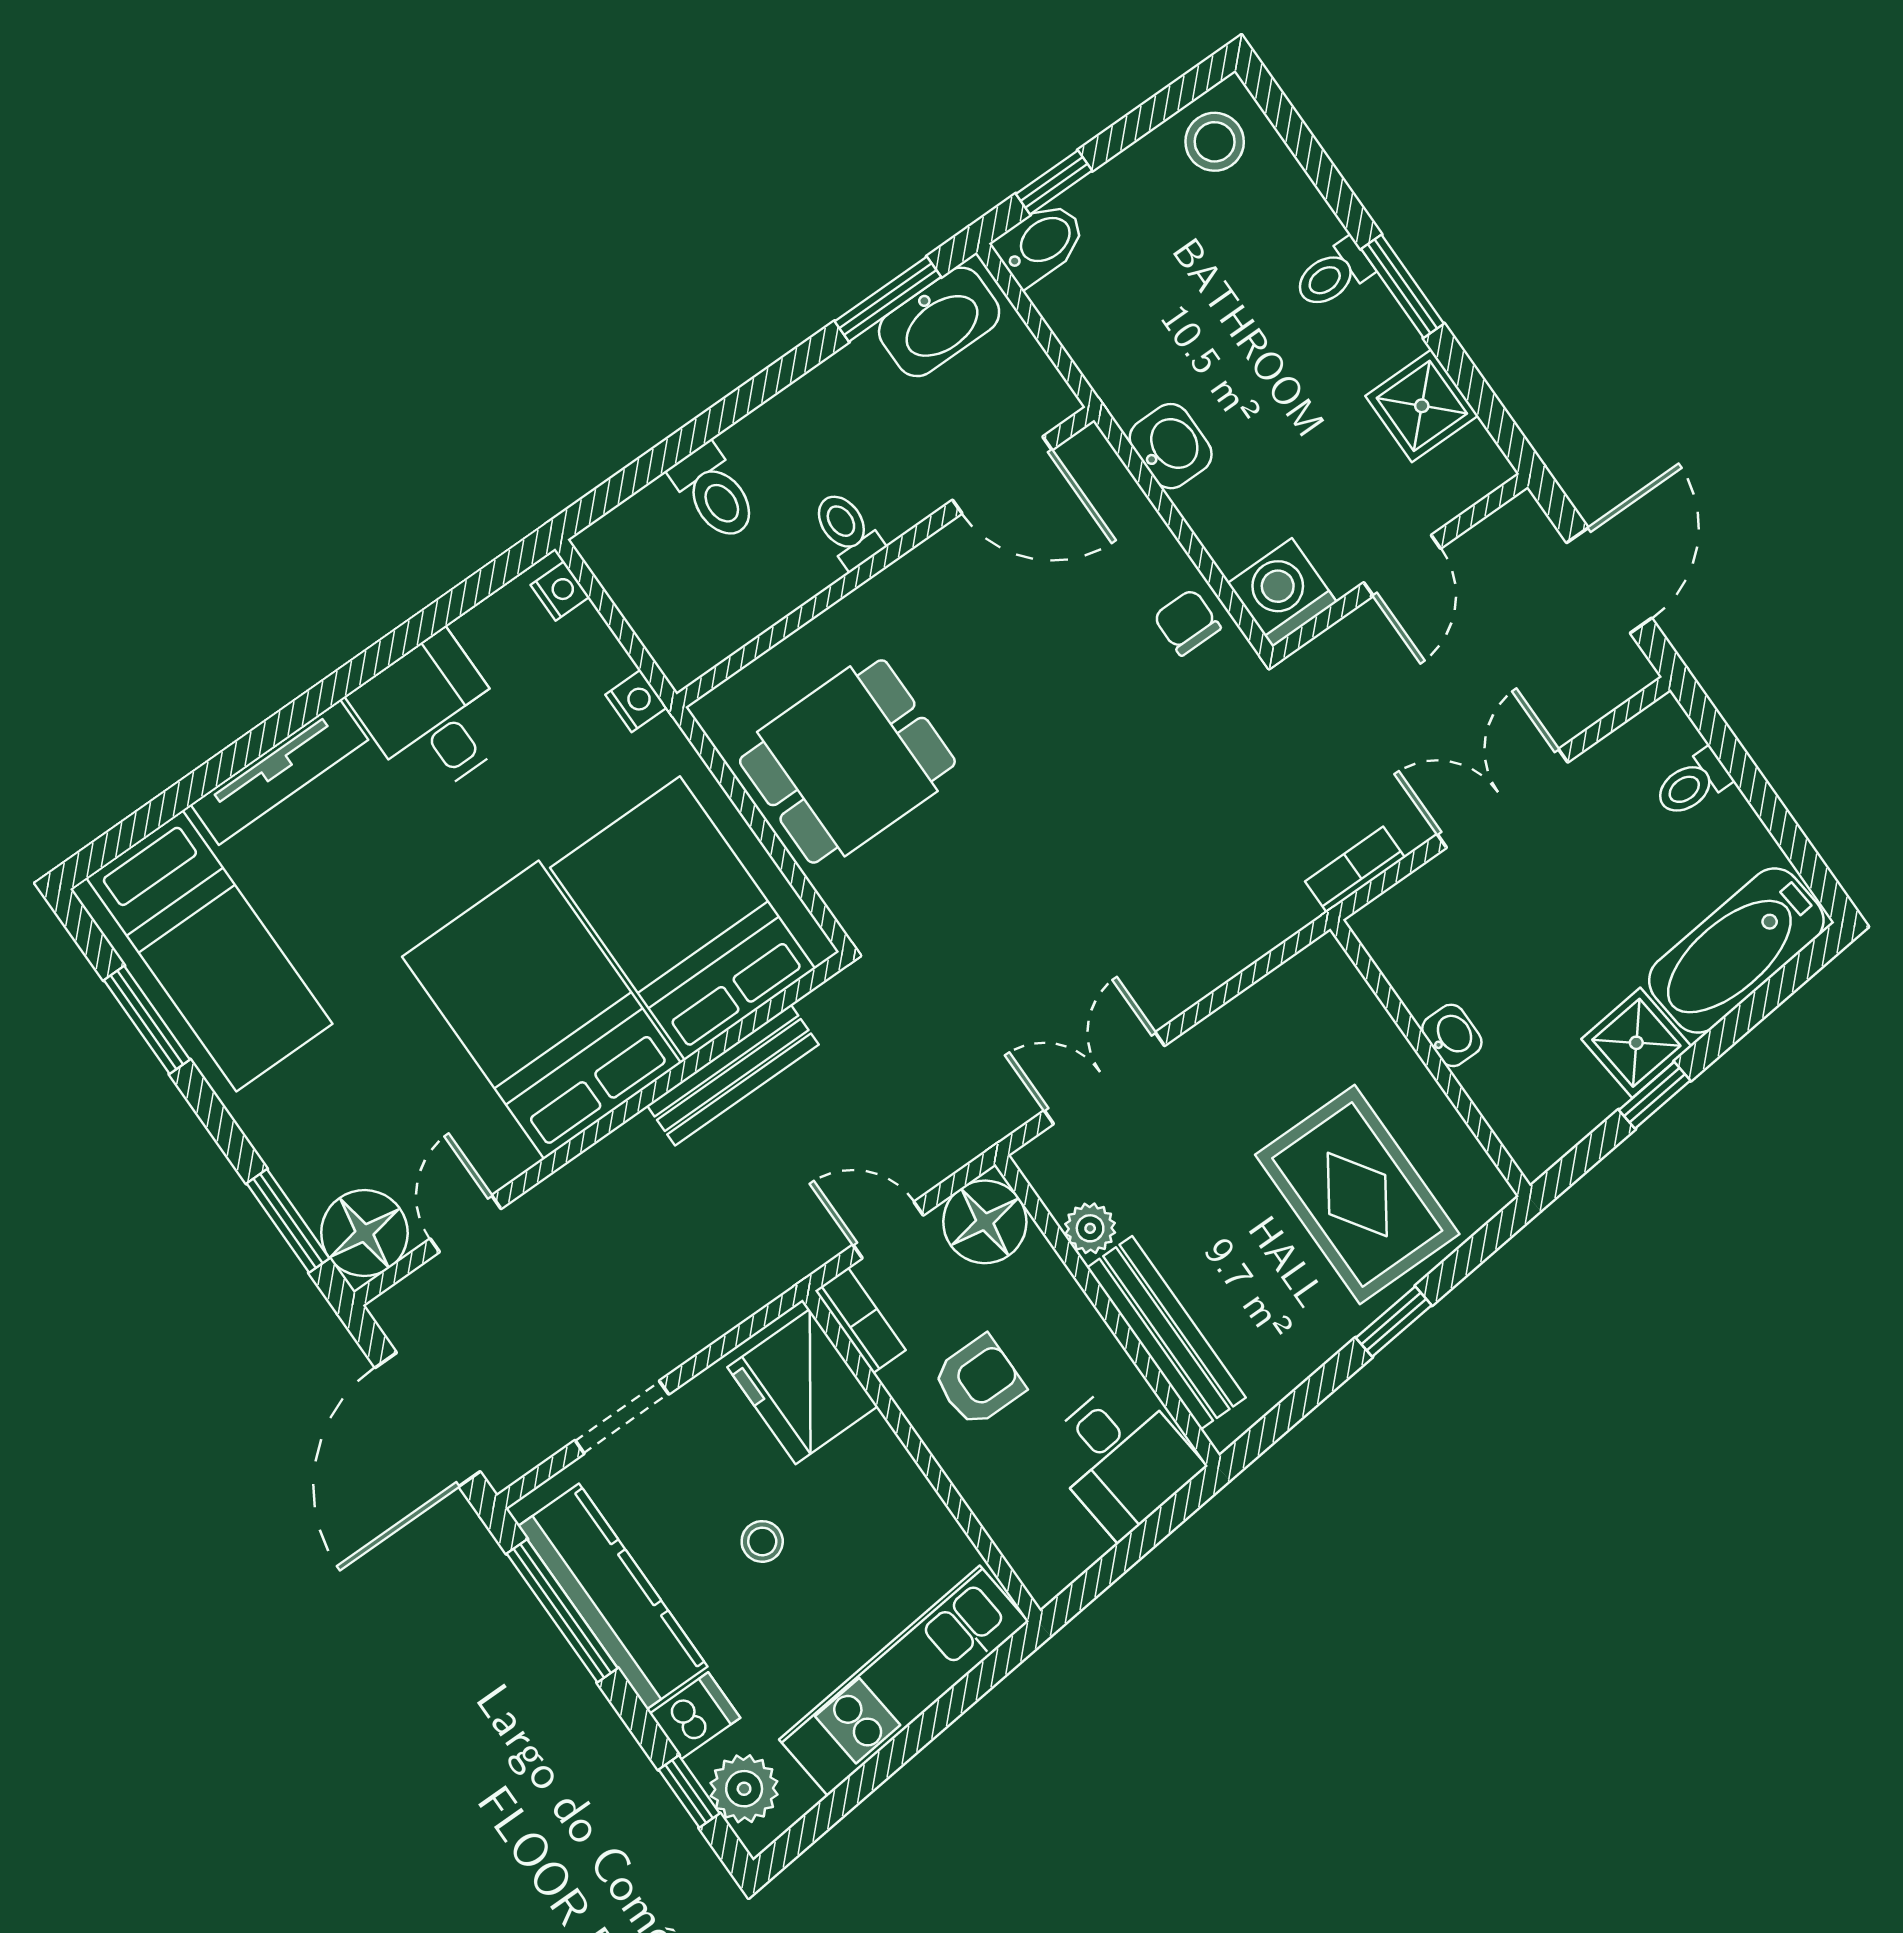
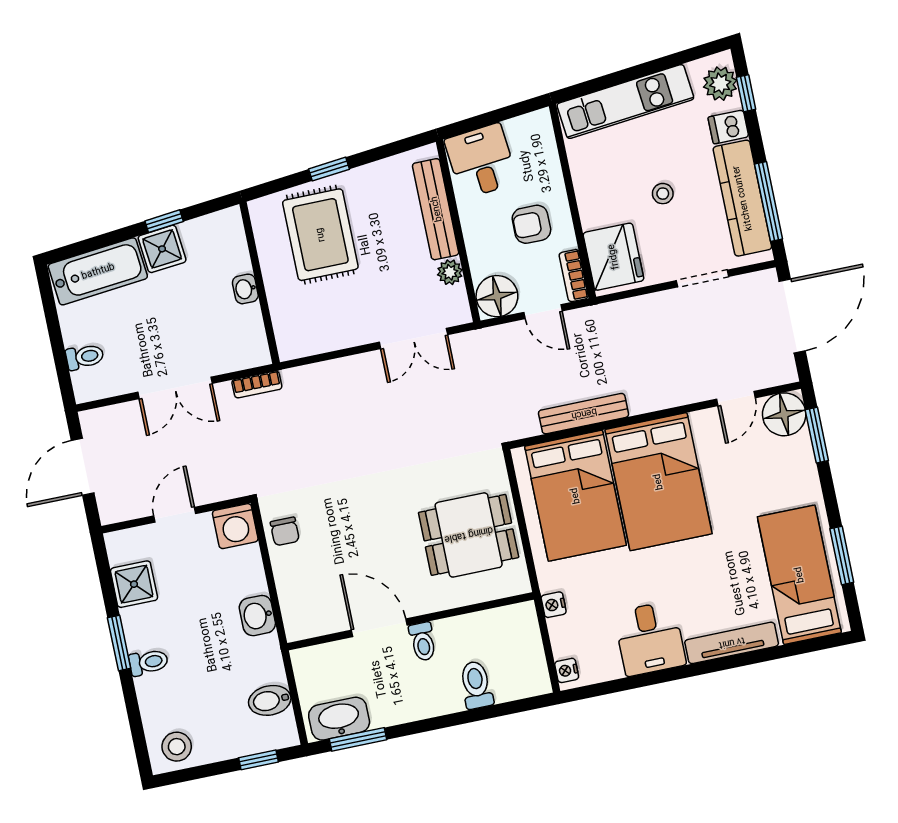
bidet: (1040, 243) -> (270, 700), moved
door: (1002, 475) -> (379, 628), moved

